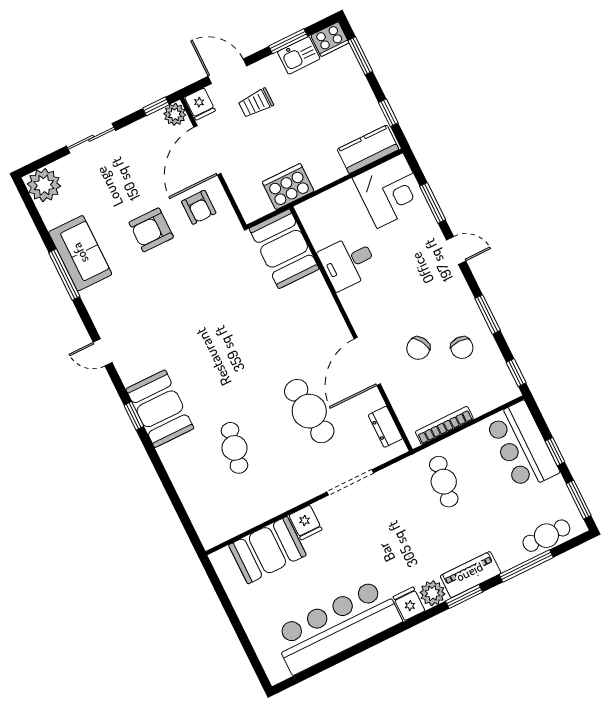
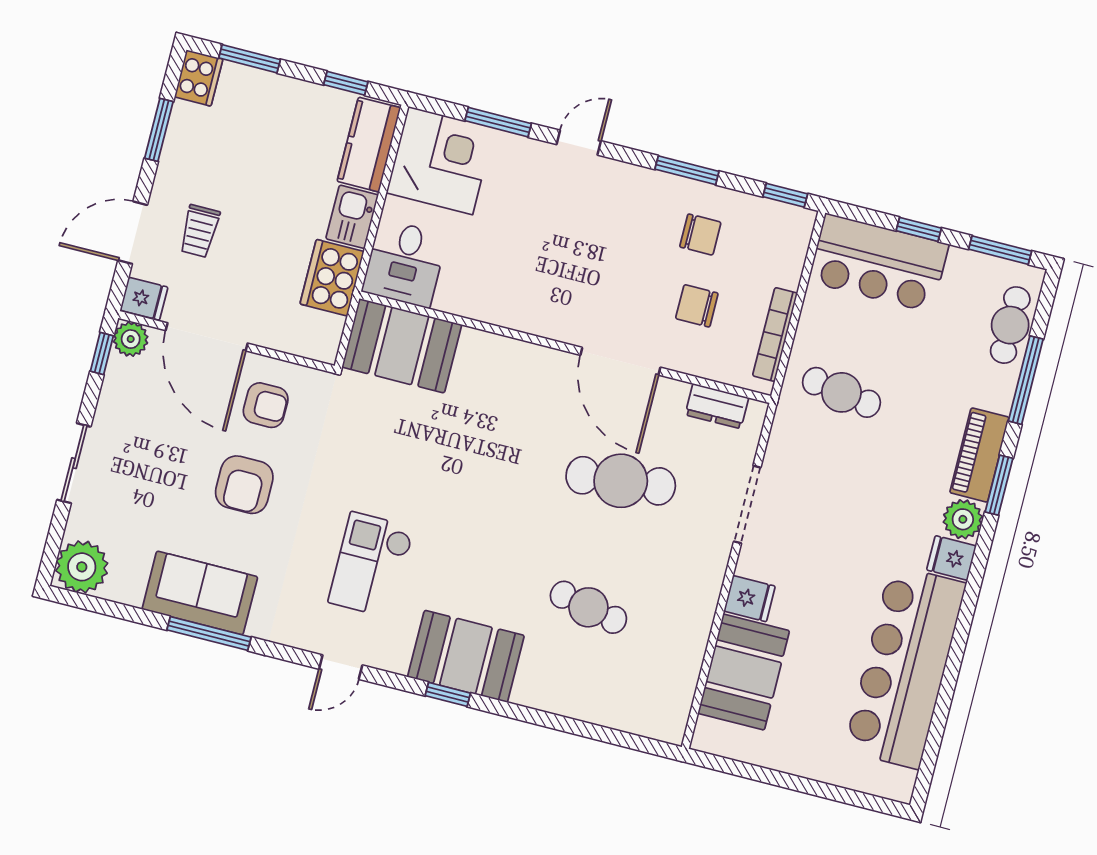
kitchen sink: (299, 55) -> (352, 217), moved, turned 180
desk: (348, 262) -> (405, 263), moved
checkout: (165, 325) -> (371, 565), added
chair: (418, 348) -> (697, 306), moved, turned 121

